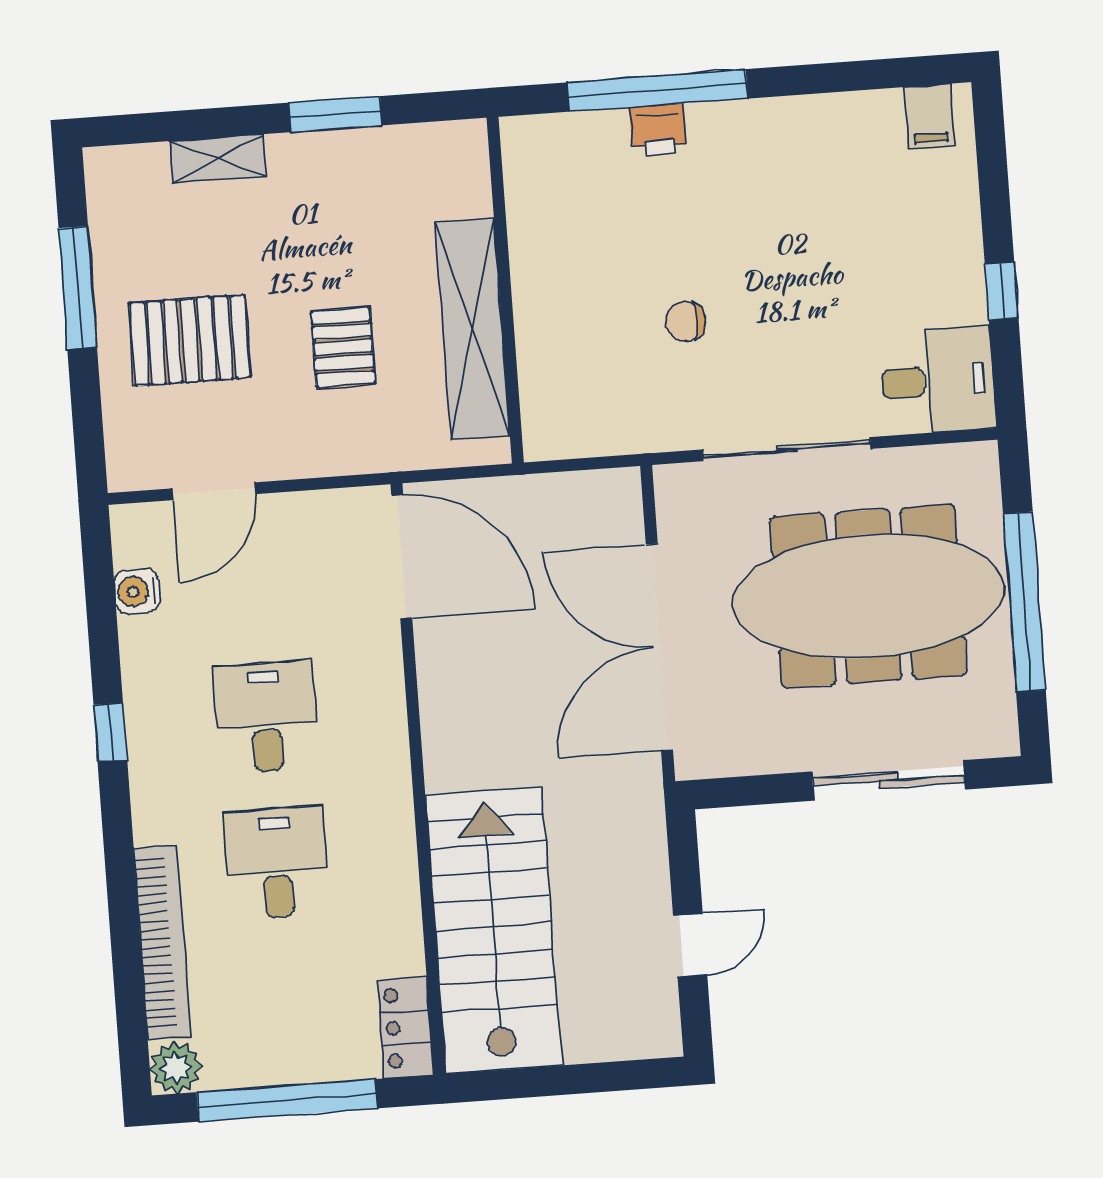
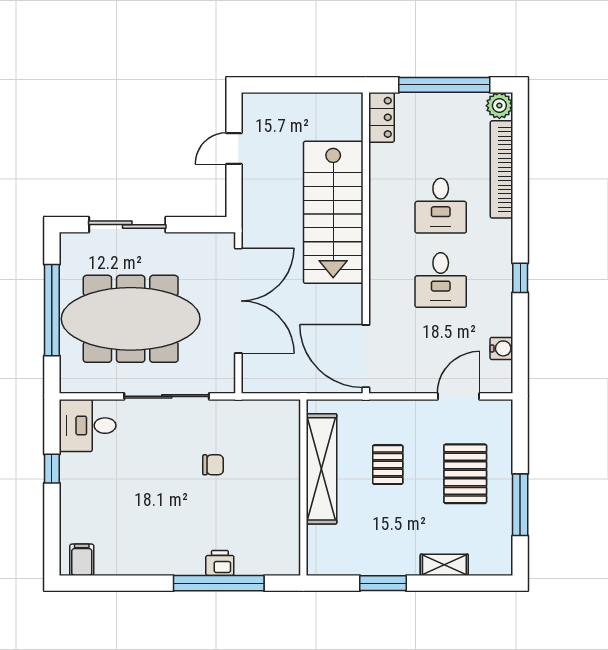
pallet: (190, 340) -> (465, 474), turned 90
stairs: (493, 930) -> (333, 212), moved

